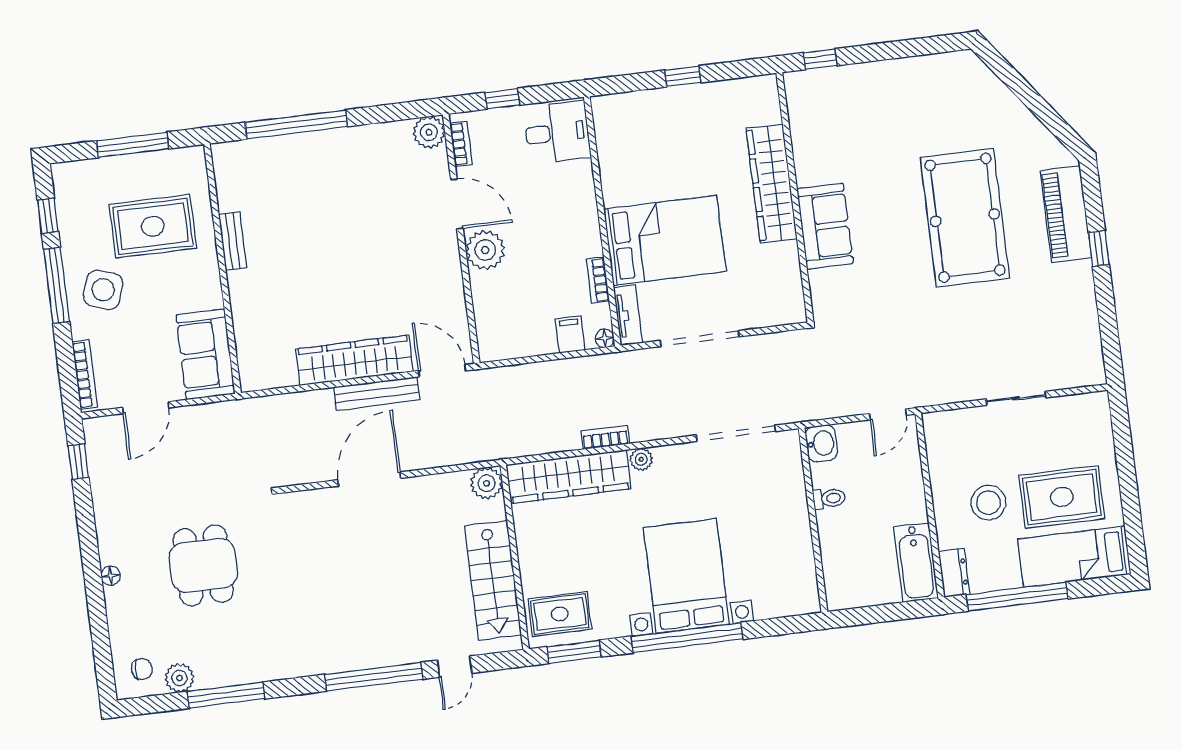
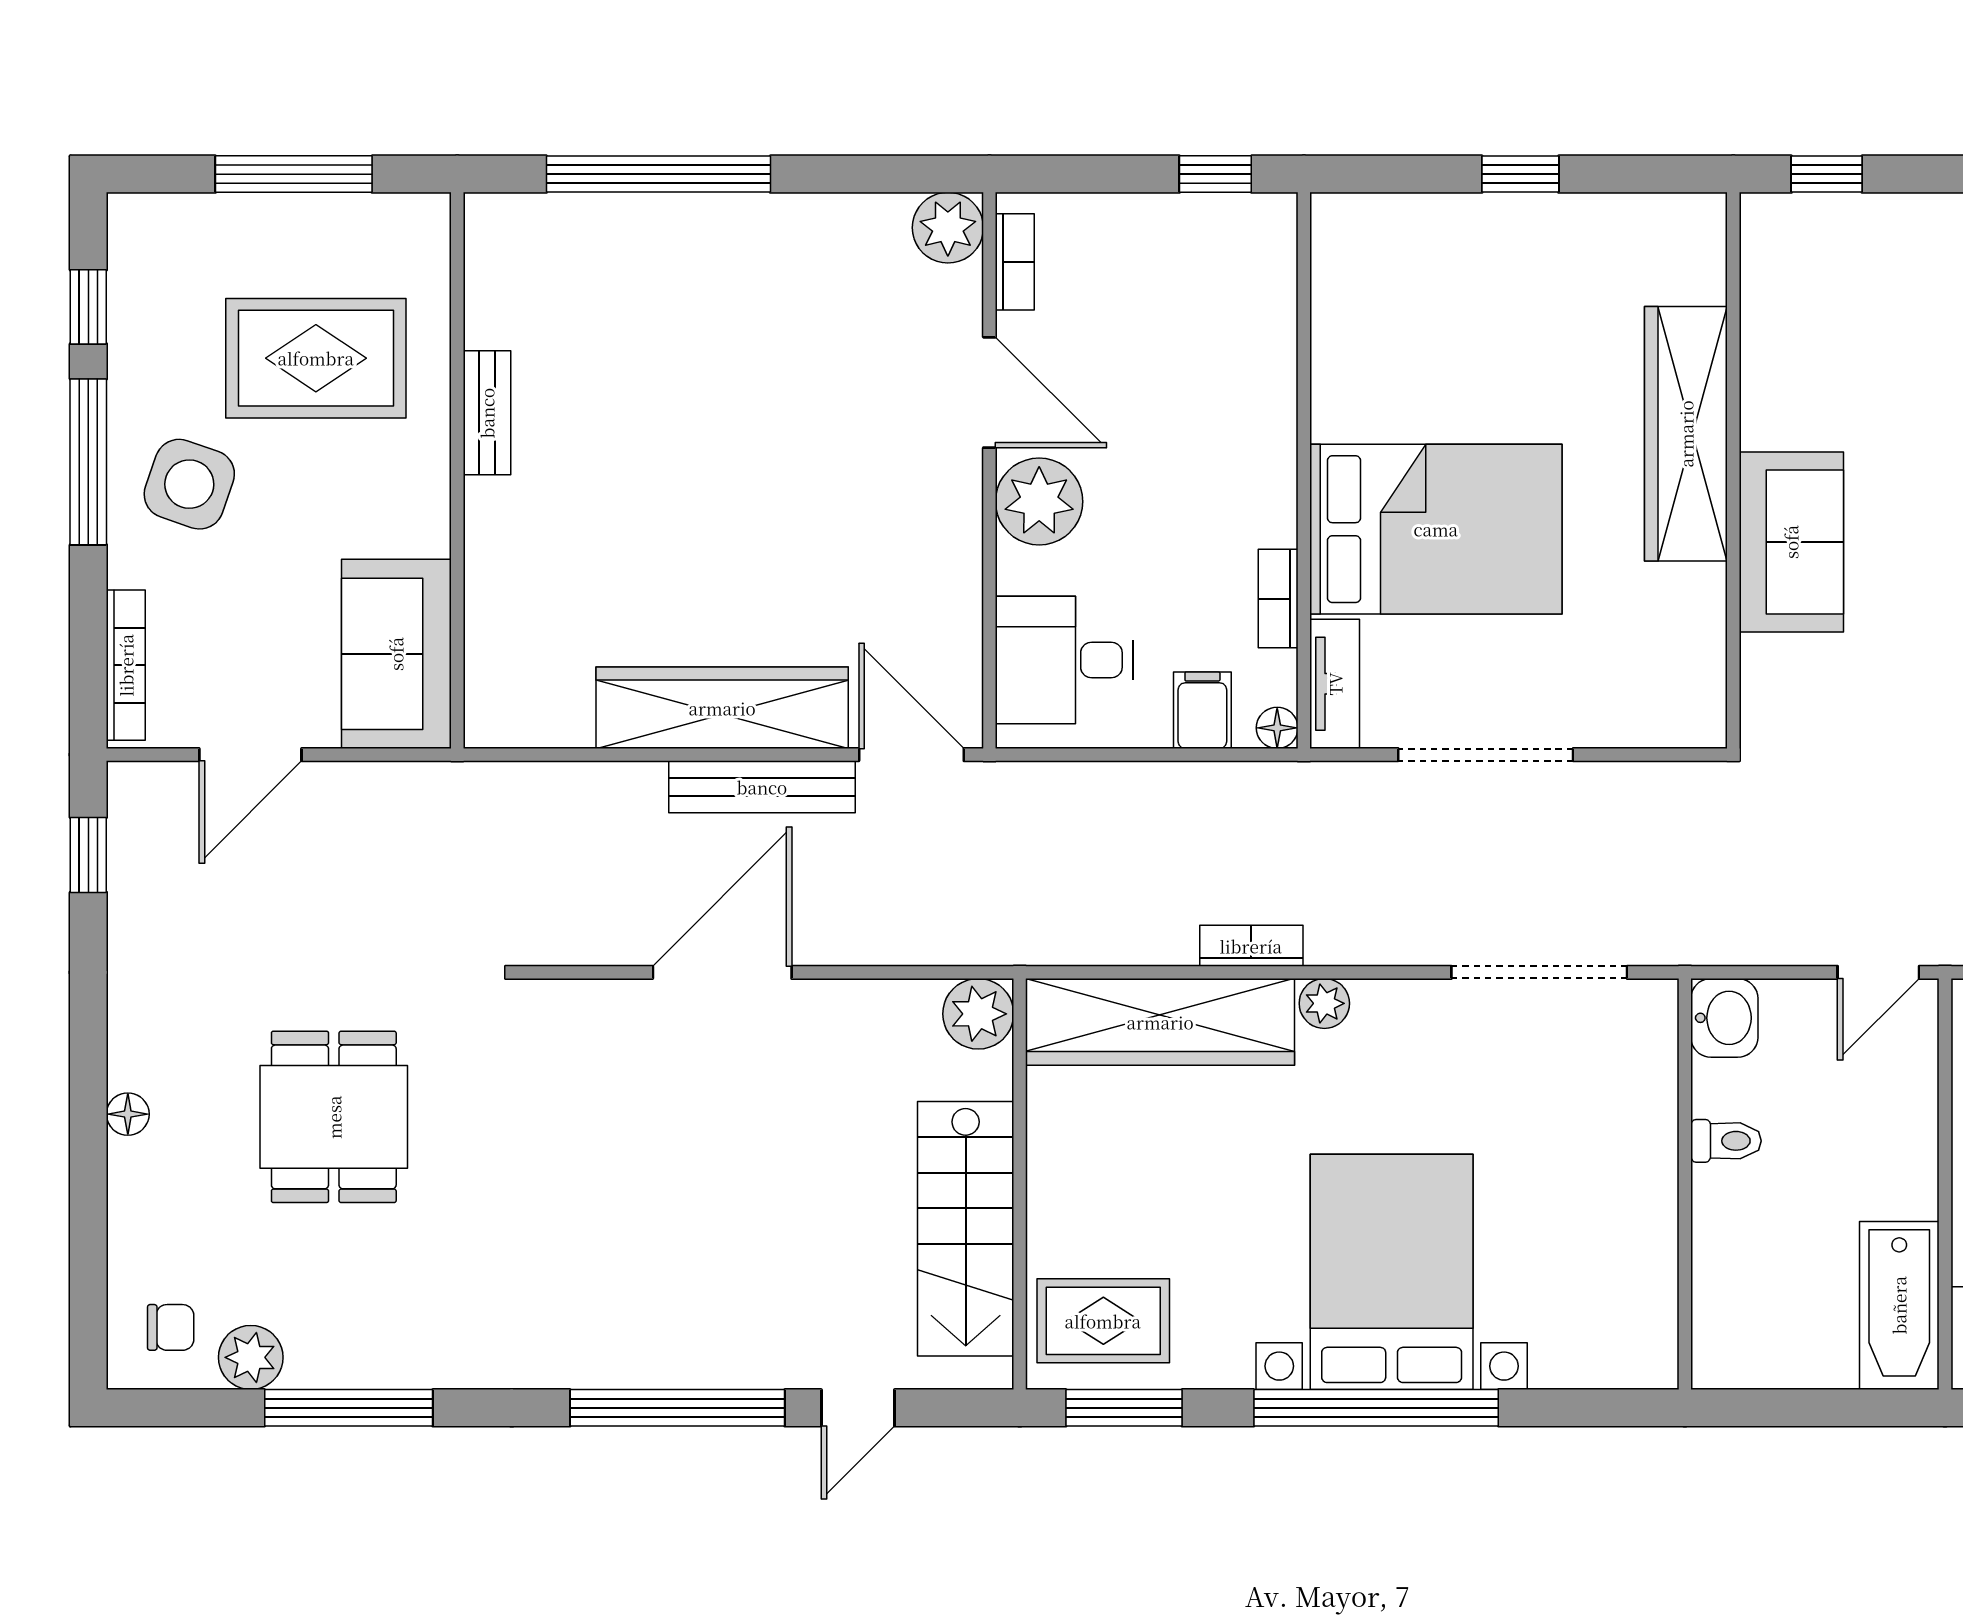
window: (502, 99) -> (1215, 174), moved
desk: (557, 132) -> (1064, 660), moved, turned 180

